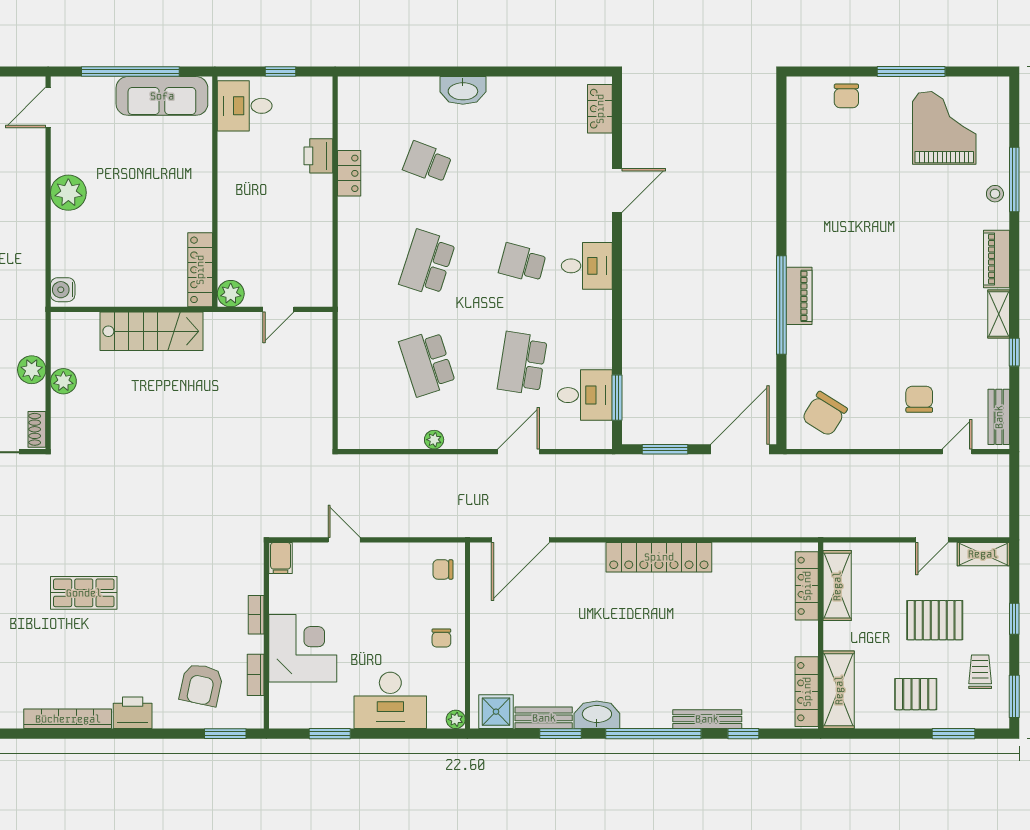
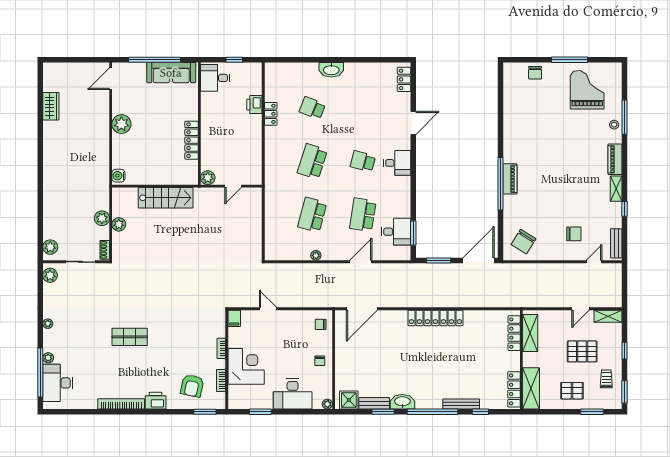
locker: (200, 270) -> (192, 140), moved
school desk: (427, 363) -> (312, 215), turned 33
chair: (919, 399) -> (574, 234), turned 90

